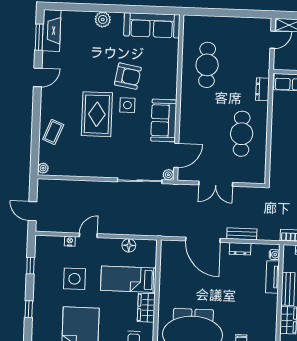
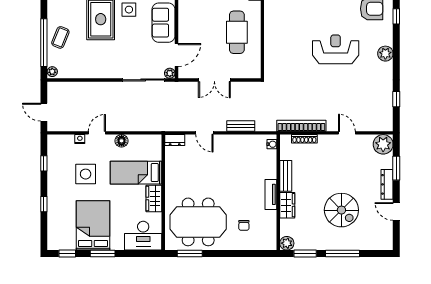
window: (35, 137) -> (44, 43), added
door: (203, 240) -> (204, 133), width x0.53
floor lamp: (129, 245) -> (122, 141), moved
dresser: (240, 249) -> (175, 140), moved
tv unit: (272, 277) -> (271, 194), moved

